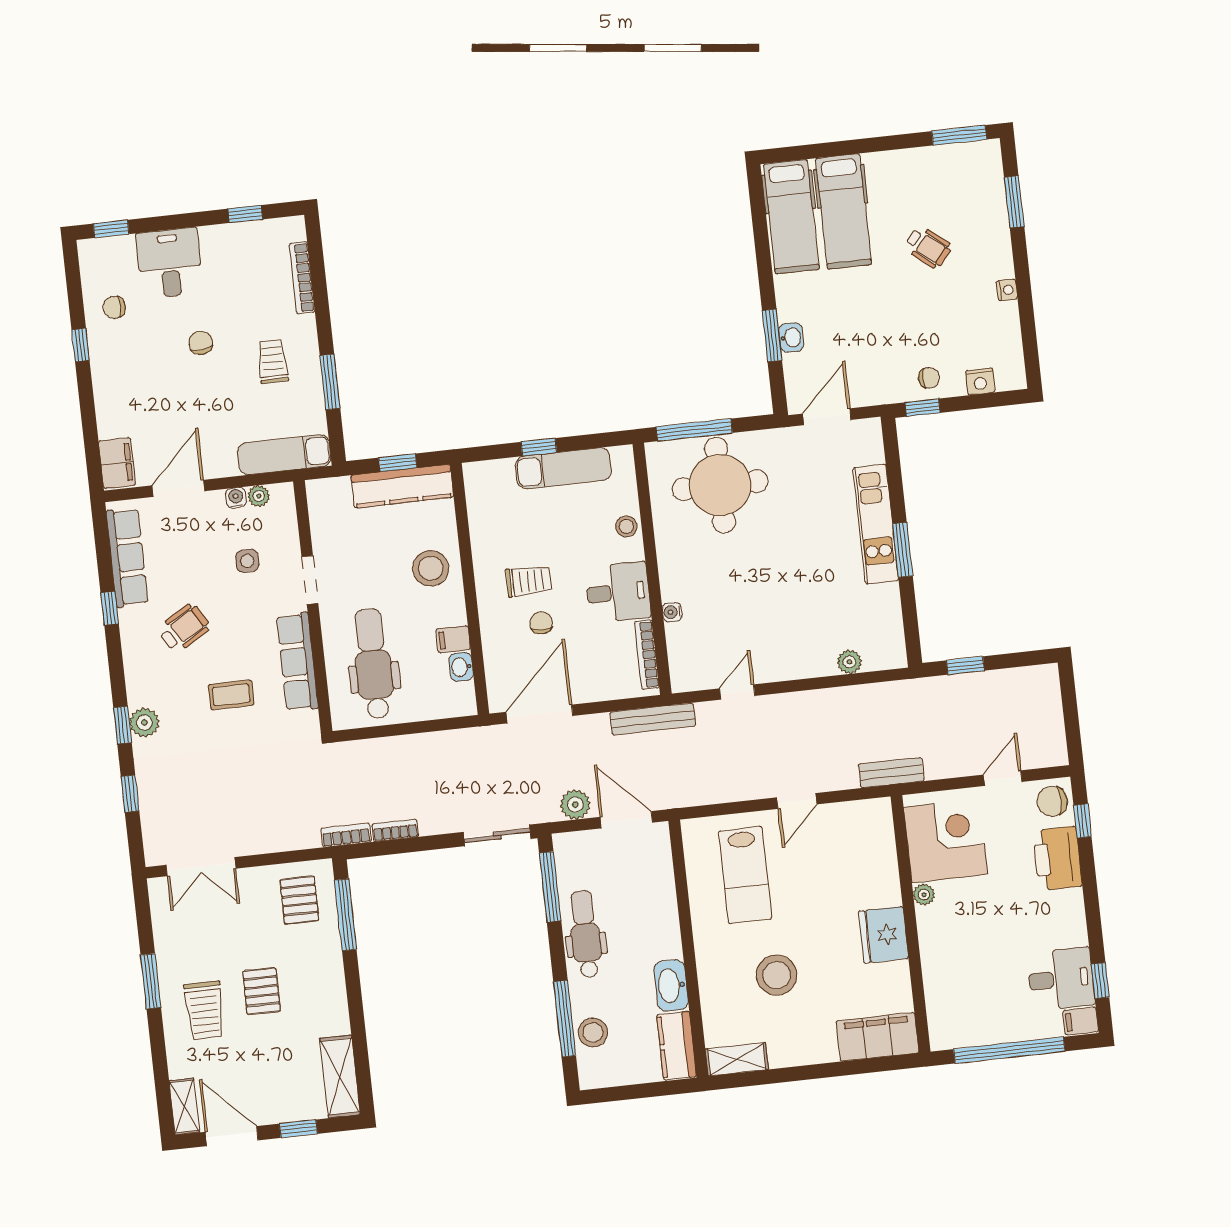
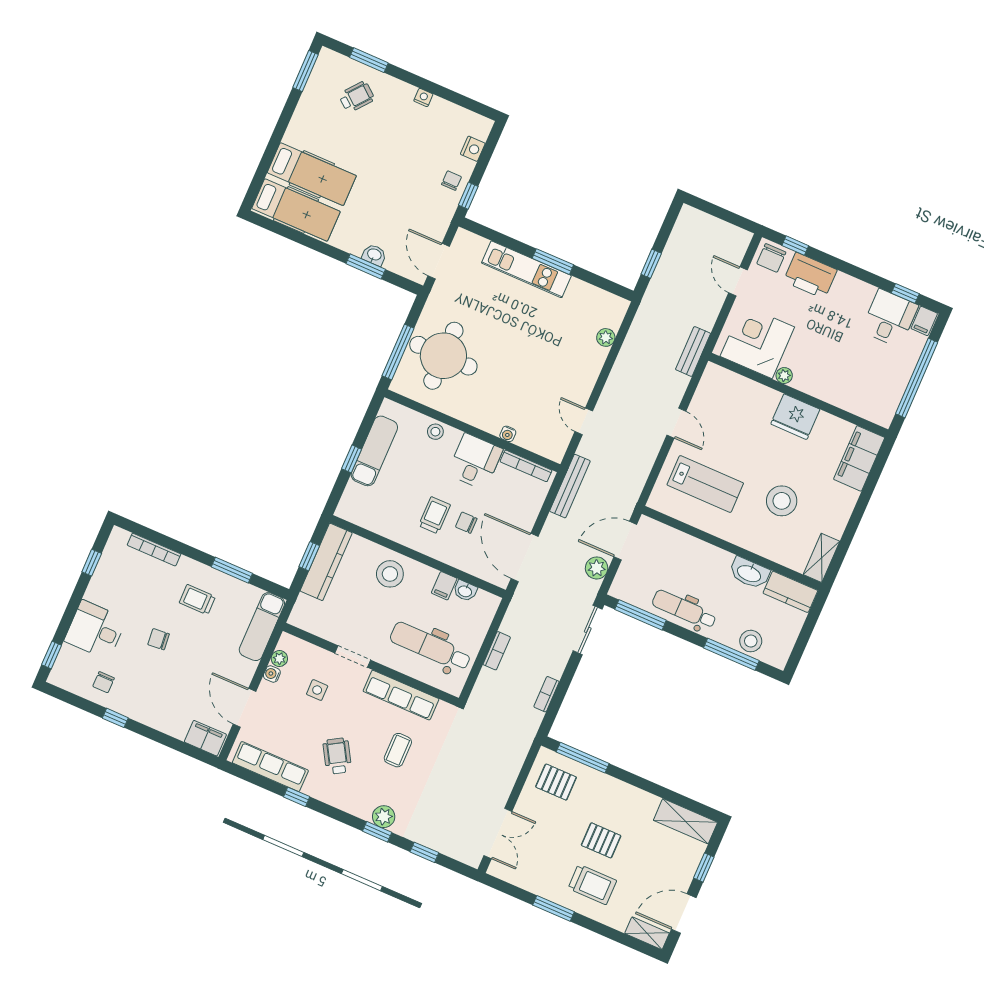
wheelchair: (928, 247) -> (357, 97), moved
bookcase: (346, 835) -> (497, 651), moved, turned 180

